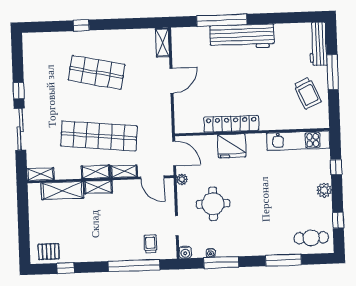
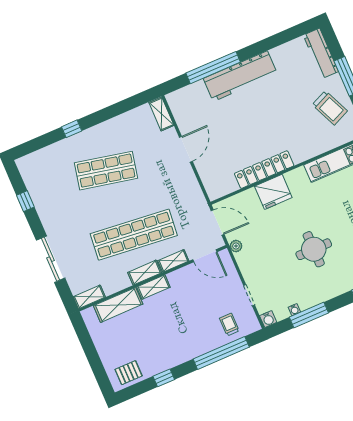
window: (19, 91) -> (25, 201), moved
round table: (213, 204) -> (314, 249), moved
window: (66, 268) -> (164, 378), moved

